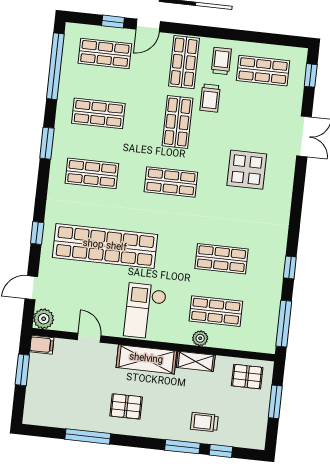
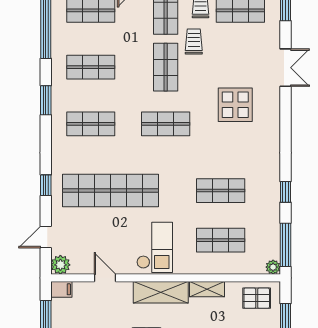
trolley: (210, 98) -> (194, 41), turned 180
checkout: (145, 311) -> (155, 247), turned 180
plant: (200, 338) -> (273, 267), moved

